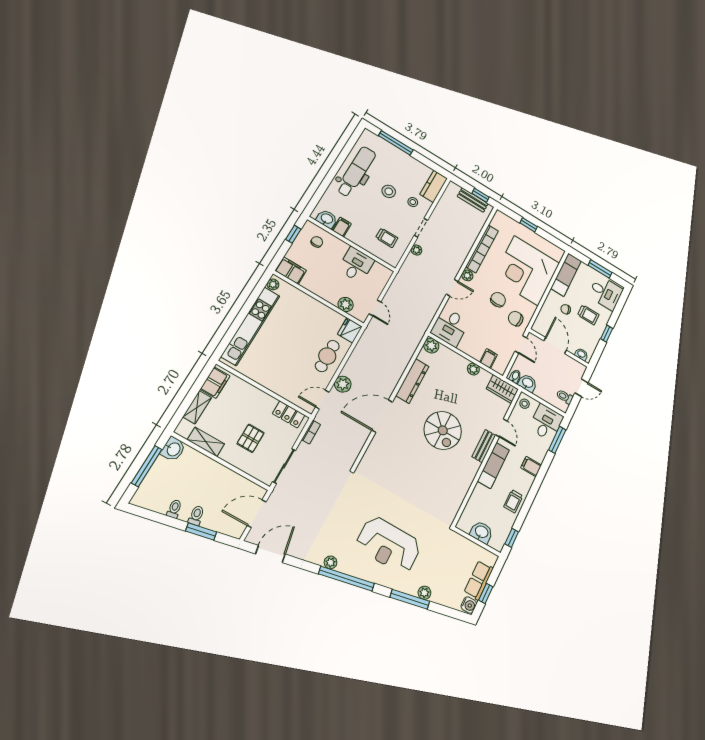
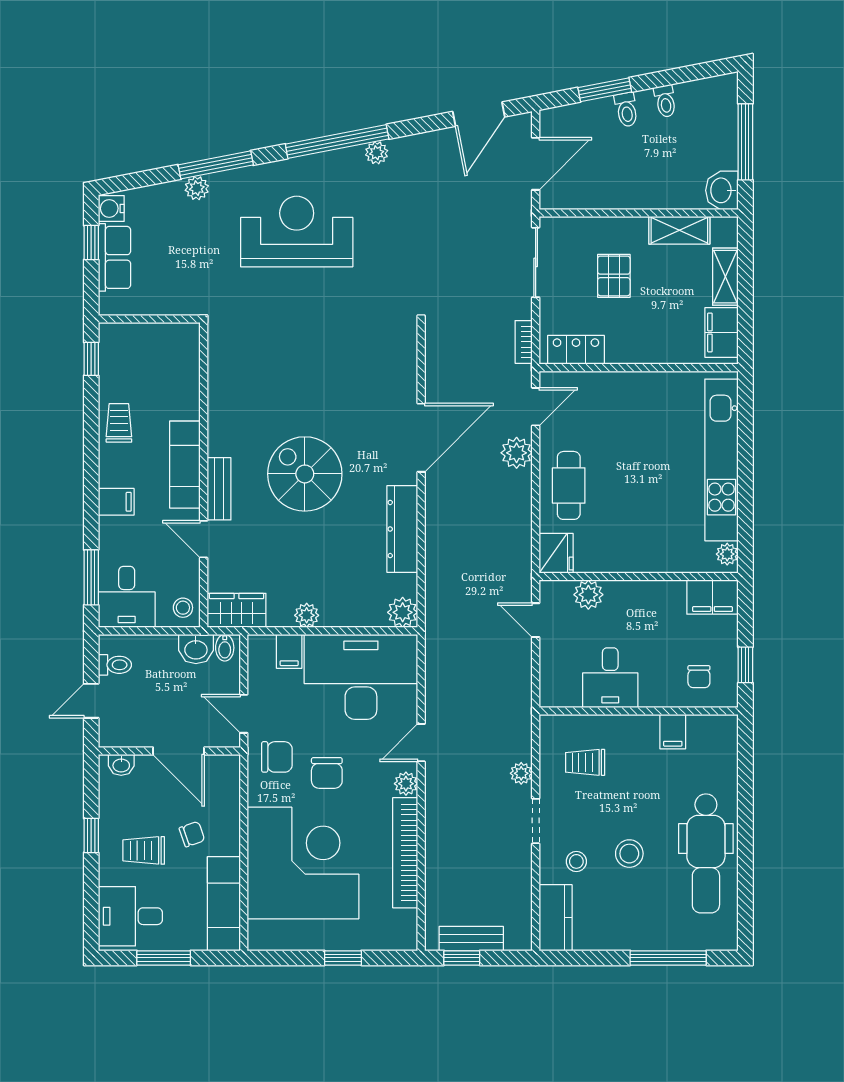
washbasin: (327, 219) -> (706, 730), removed
desk: (450, 327) -> (361, 677), width x1.87, depth x1.30
washbasin: (481, 532) -> (149, 339), removed

